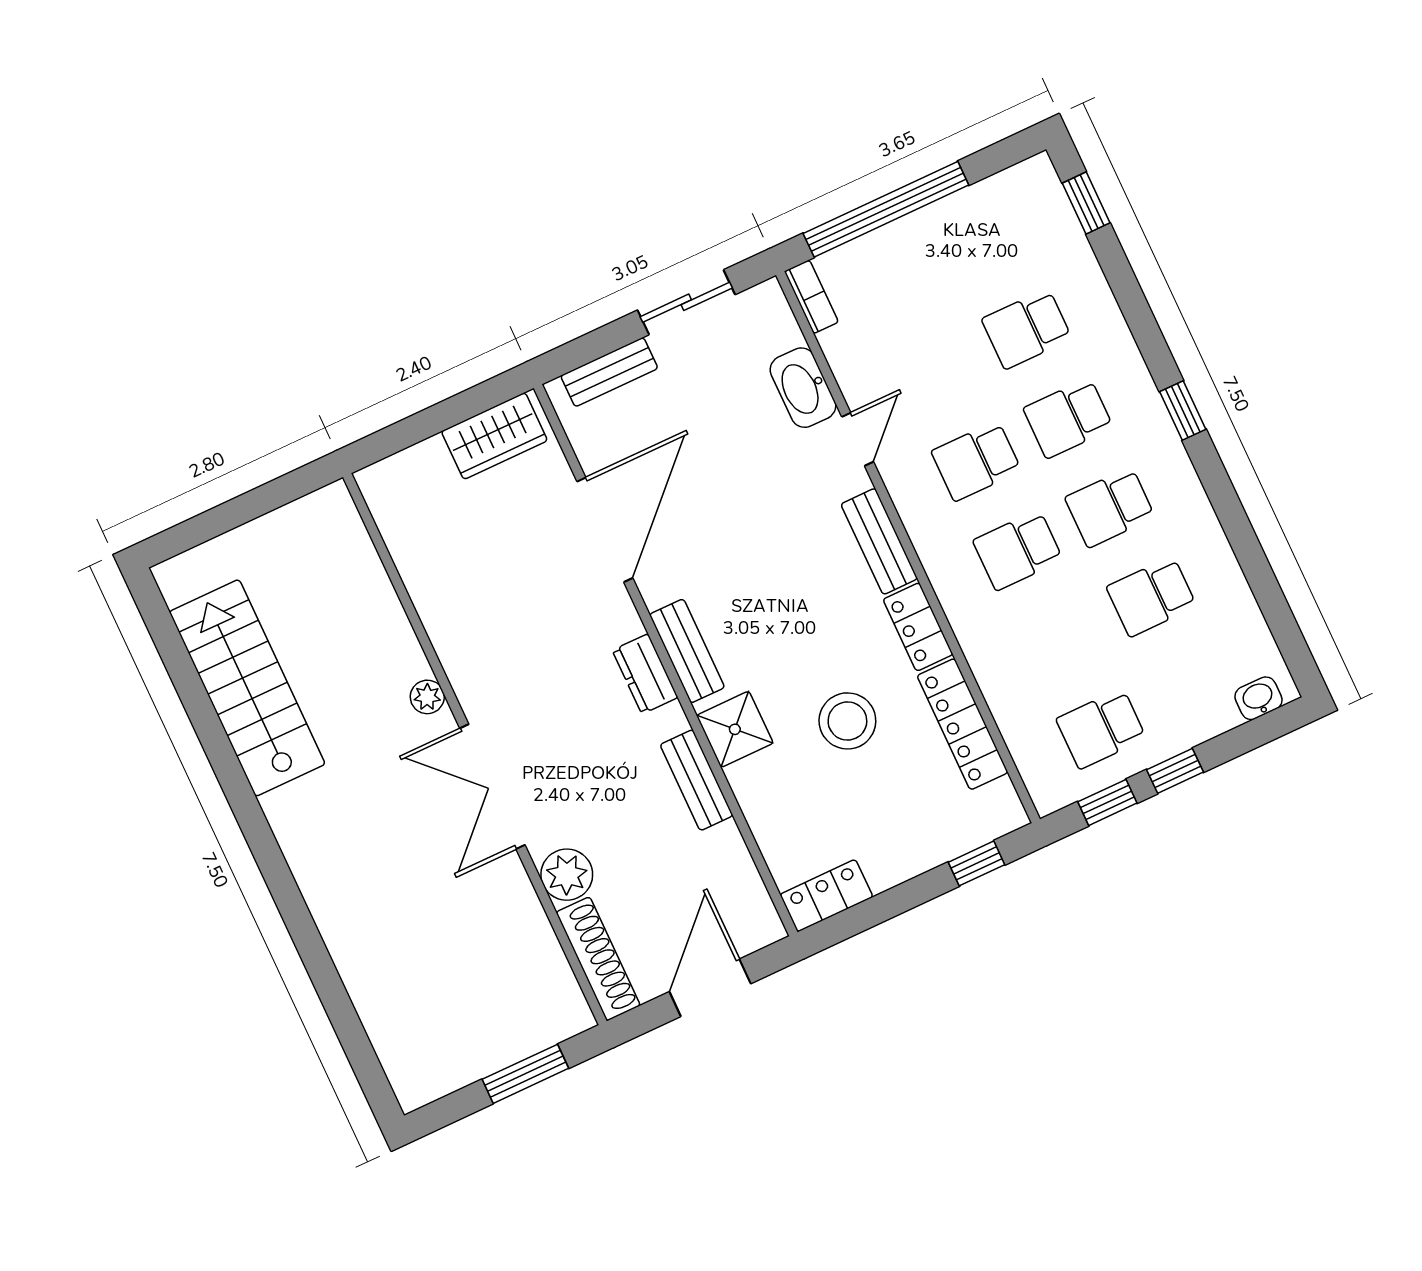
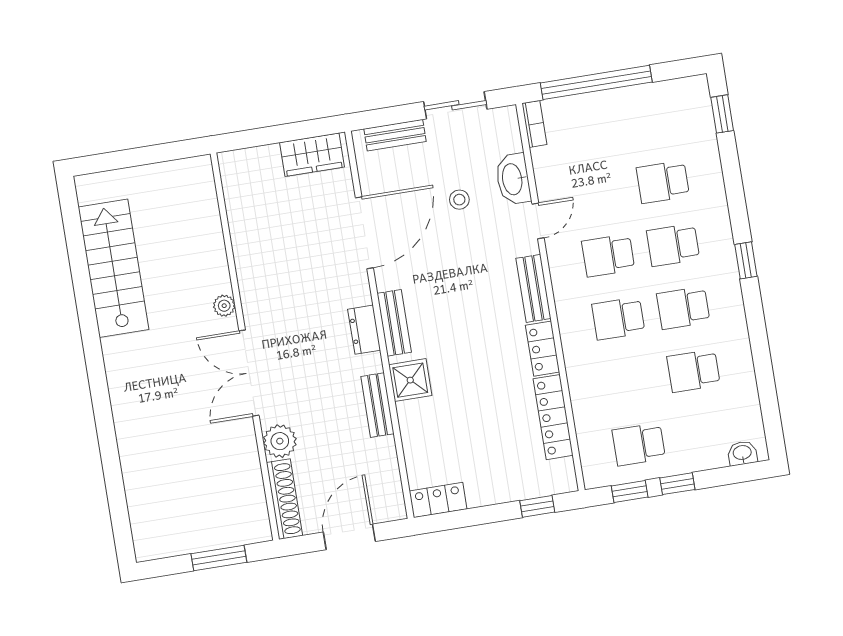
stool: (847, 721) -> (459, 200), moved, width x0.53, depth x0.53

